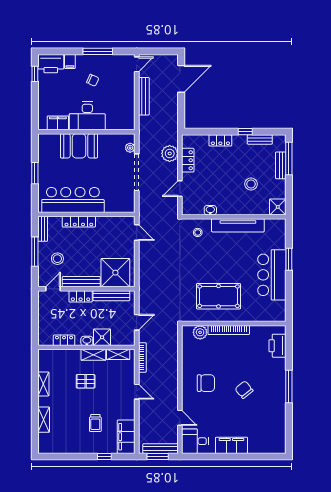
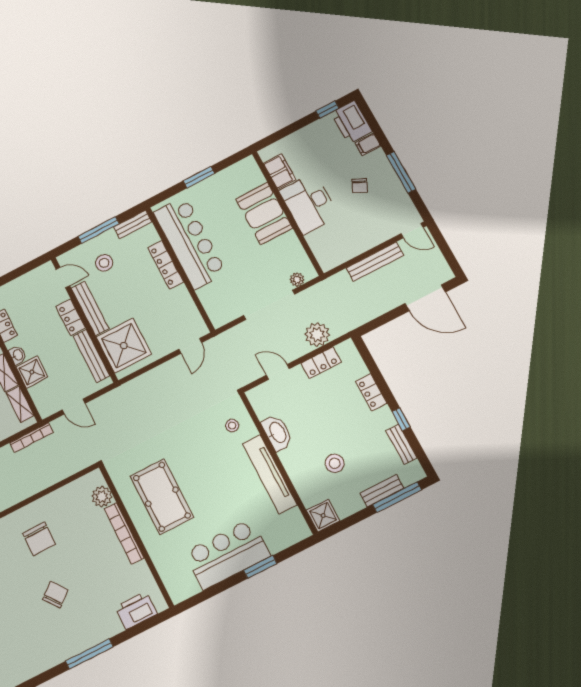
washbasin: (210, 210) -> (277, 433), width x1.91, depth x1.45

